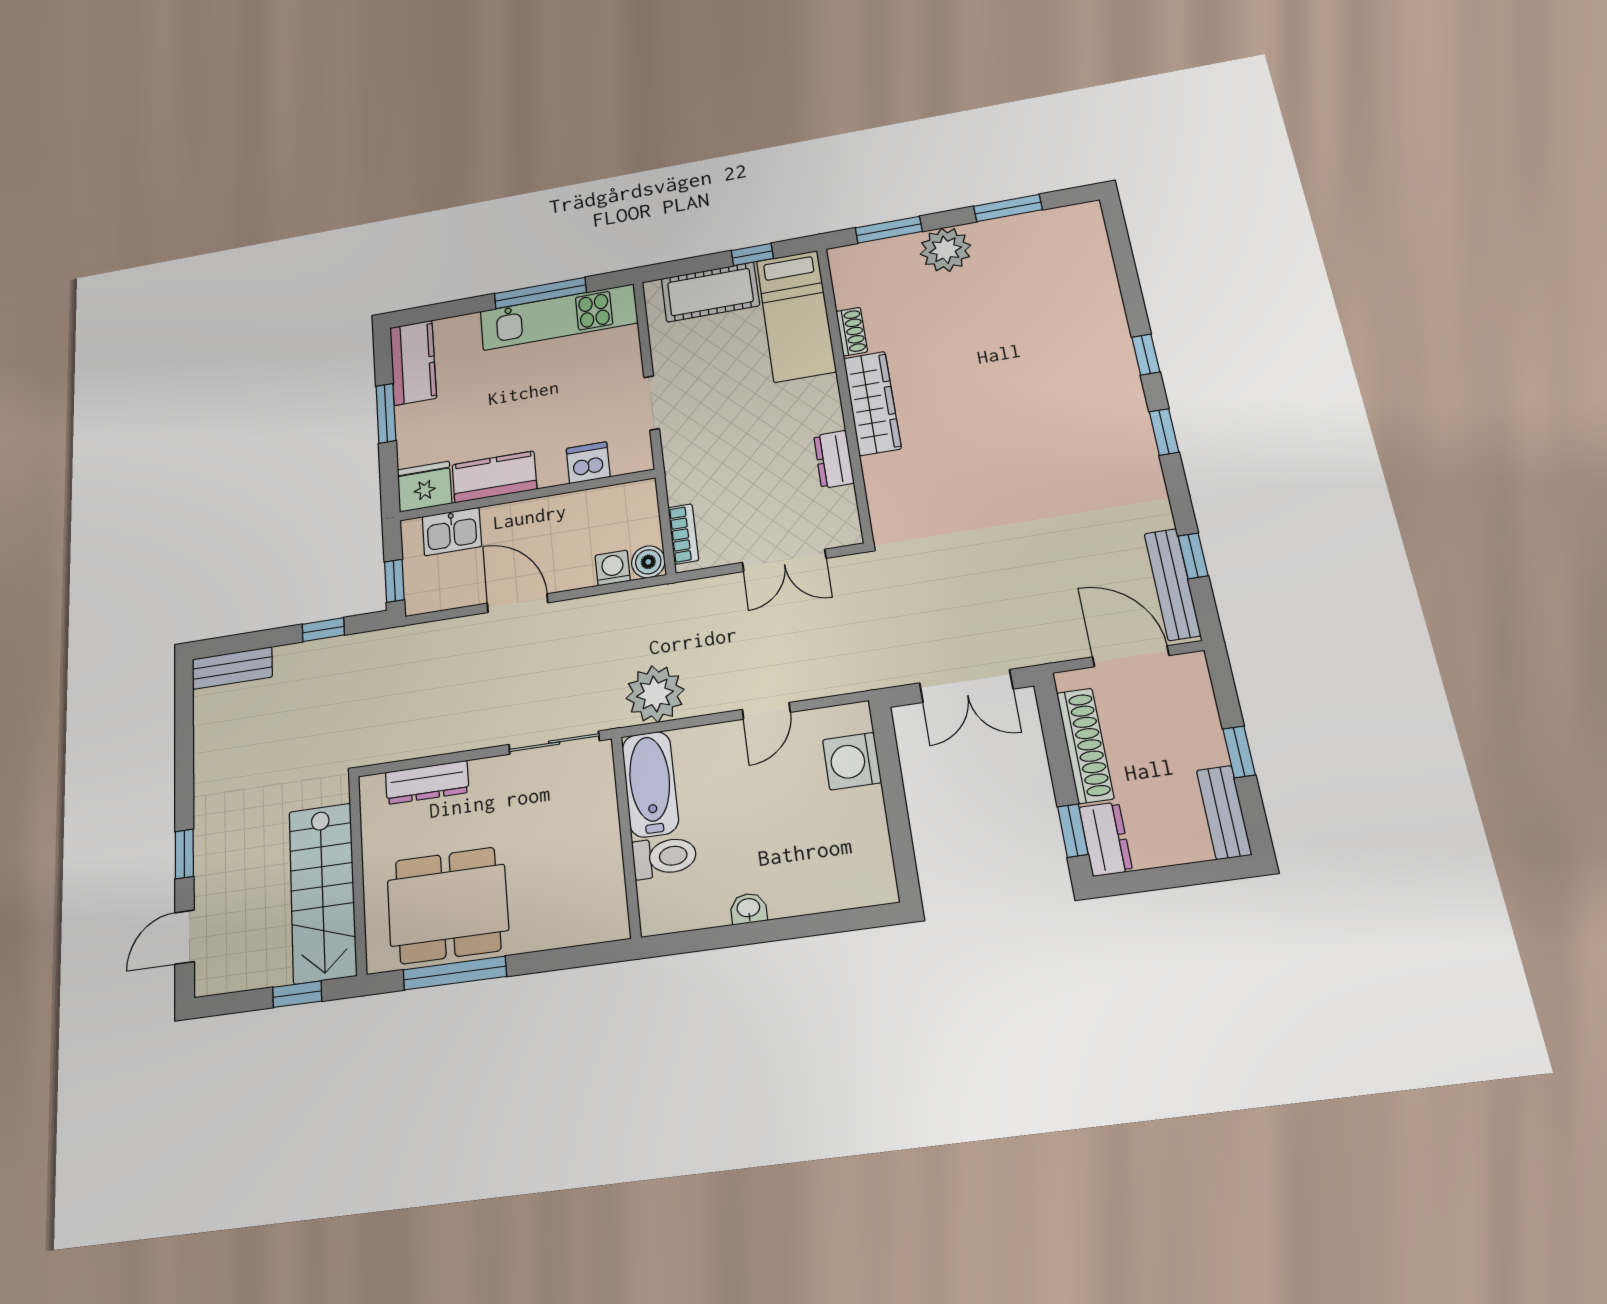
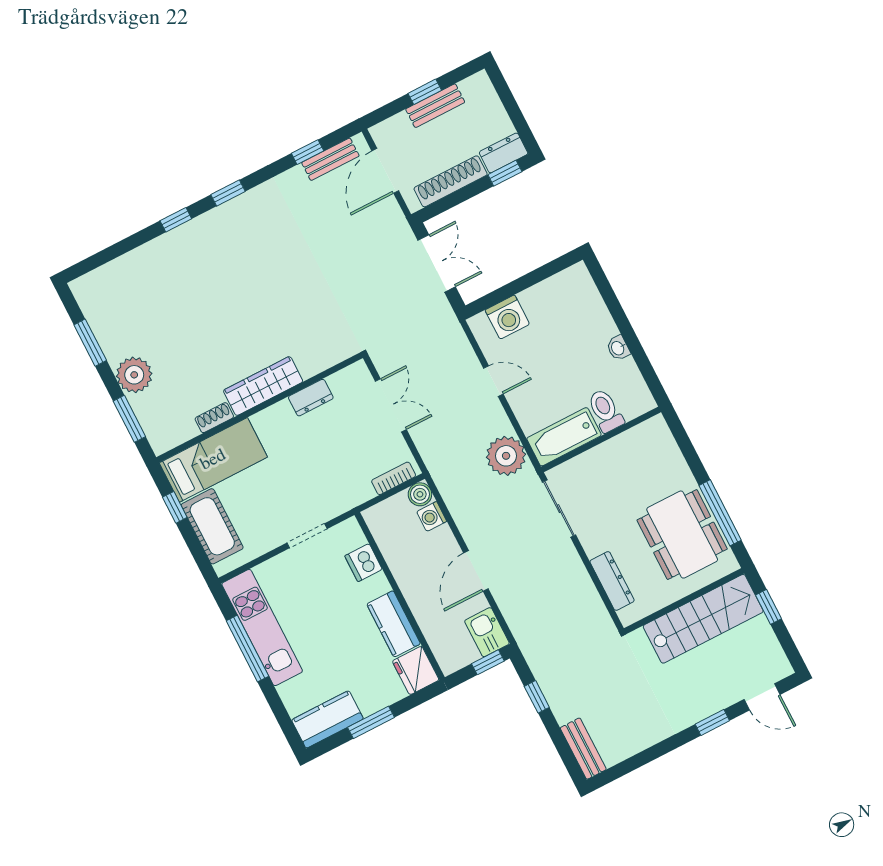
kitchen sink: (452, 532) -> (487, 632), moved, turned 180
bench: (1172, 584) -> (330, 159), width x0.73
bench: (1224, 812) -> (435, 106), moved

